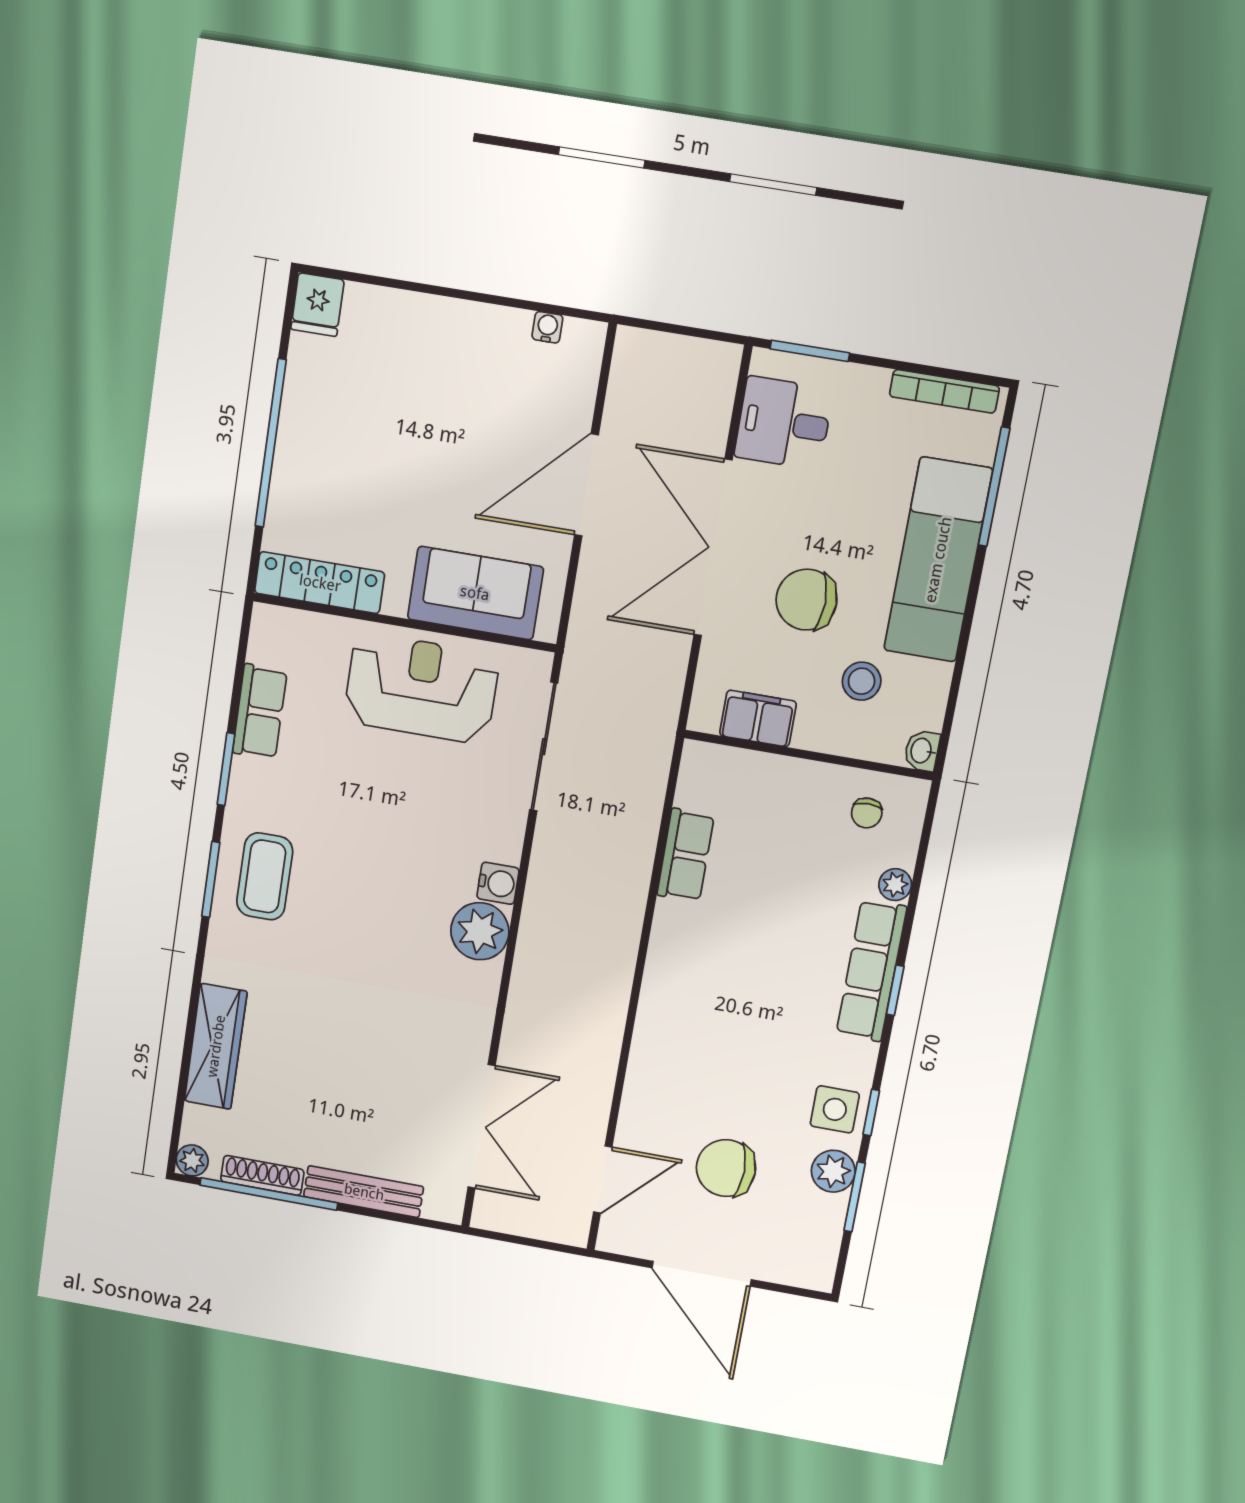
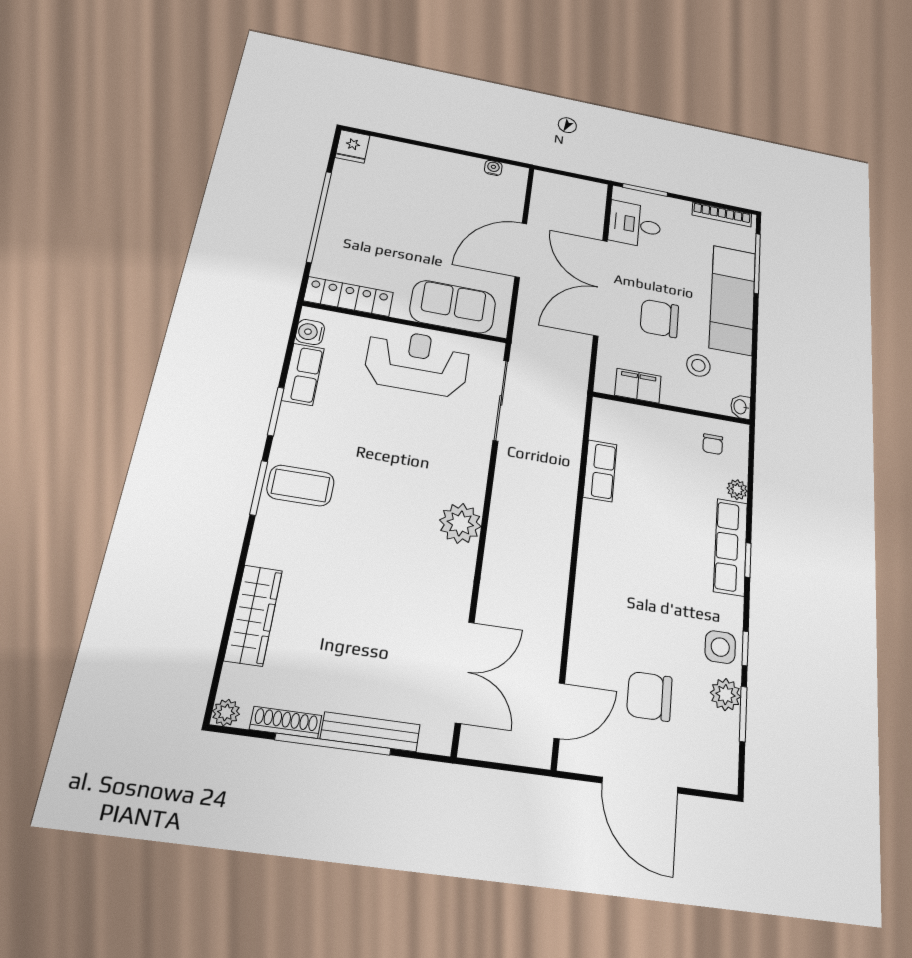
coffee table: (265, 876) -> (301, 485), turned 90
water cooler: (498, 883) -> (310, 332), moved, turned 180
window: (269, 1194) -> (333, 744), moved

